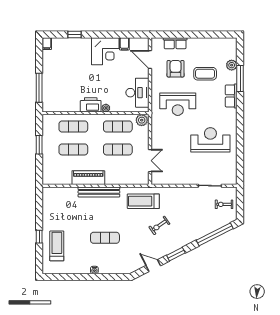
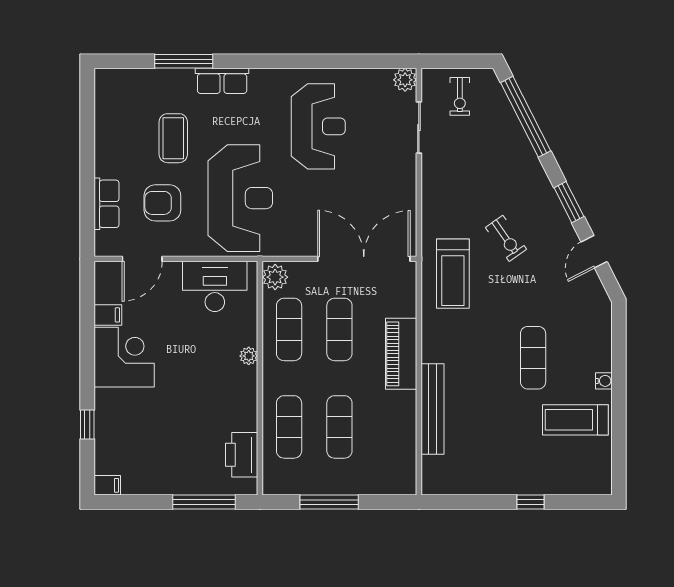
plant: (232, 65) -> (405, 80), moved
reception desk: (178, 104) -> (240, 198), width x1.36, depth x1.30
printer: (91, 105) -> (242, 455), moved
reception desk: (210, 140) -> (318, 126), turned 180
window: (39, 145) -> (329, 502), width x1.44
double door: (150, 161) -> (364, 259), width x1.87
piano: (88, 178) -> (401, 354), moved
bench: (99, 192) -> (433, 409), moved
treadmill: (57, 246) -> (575, 420), moved

